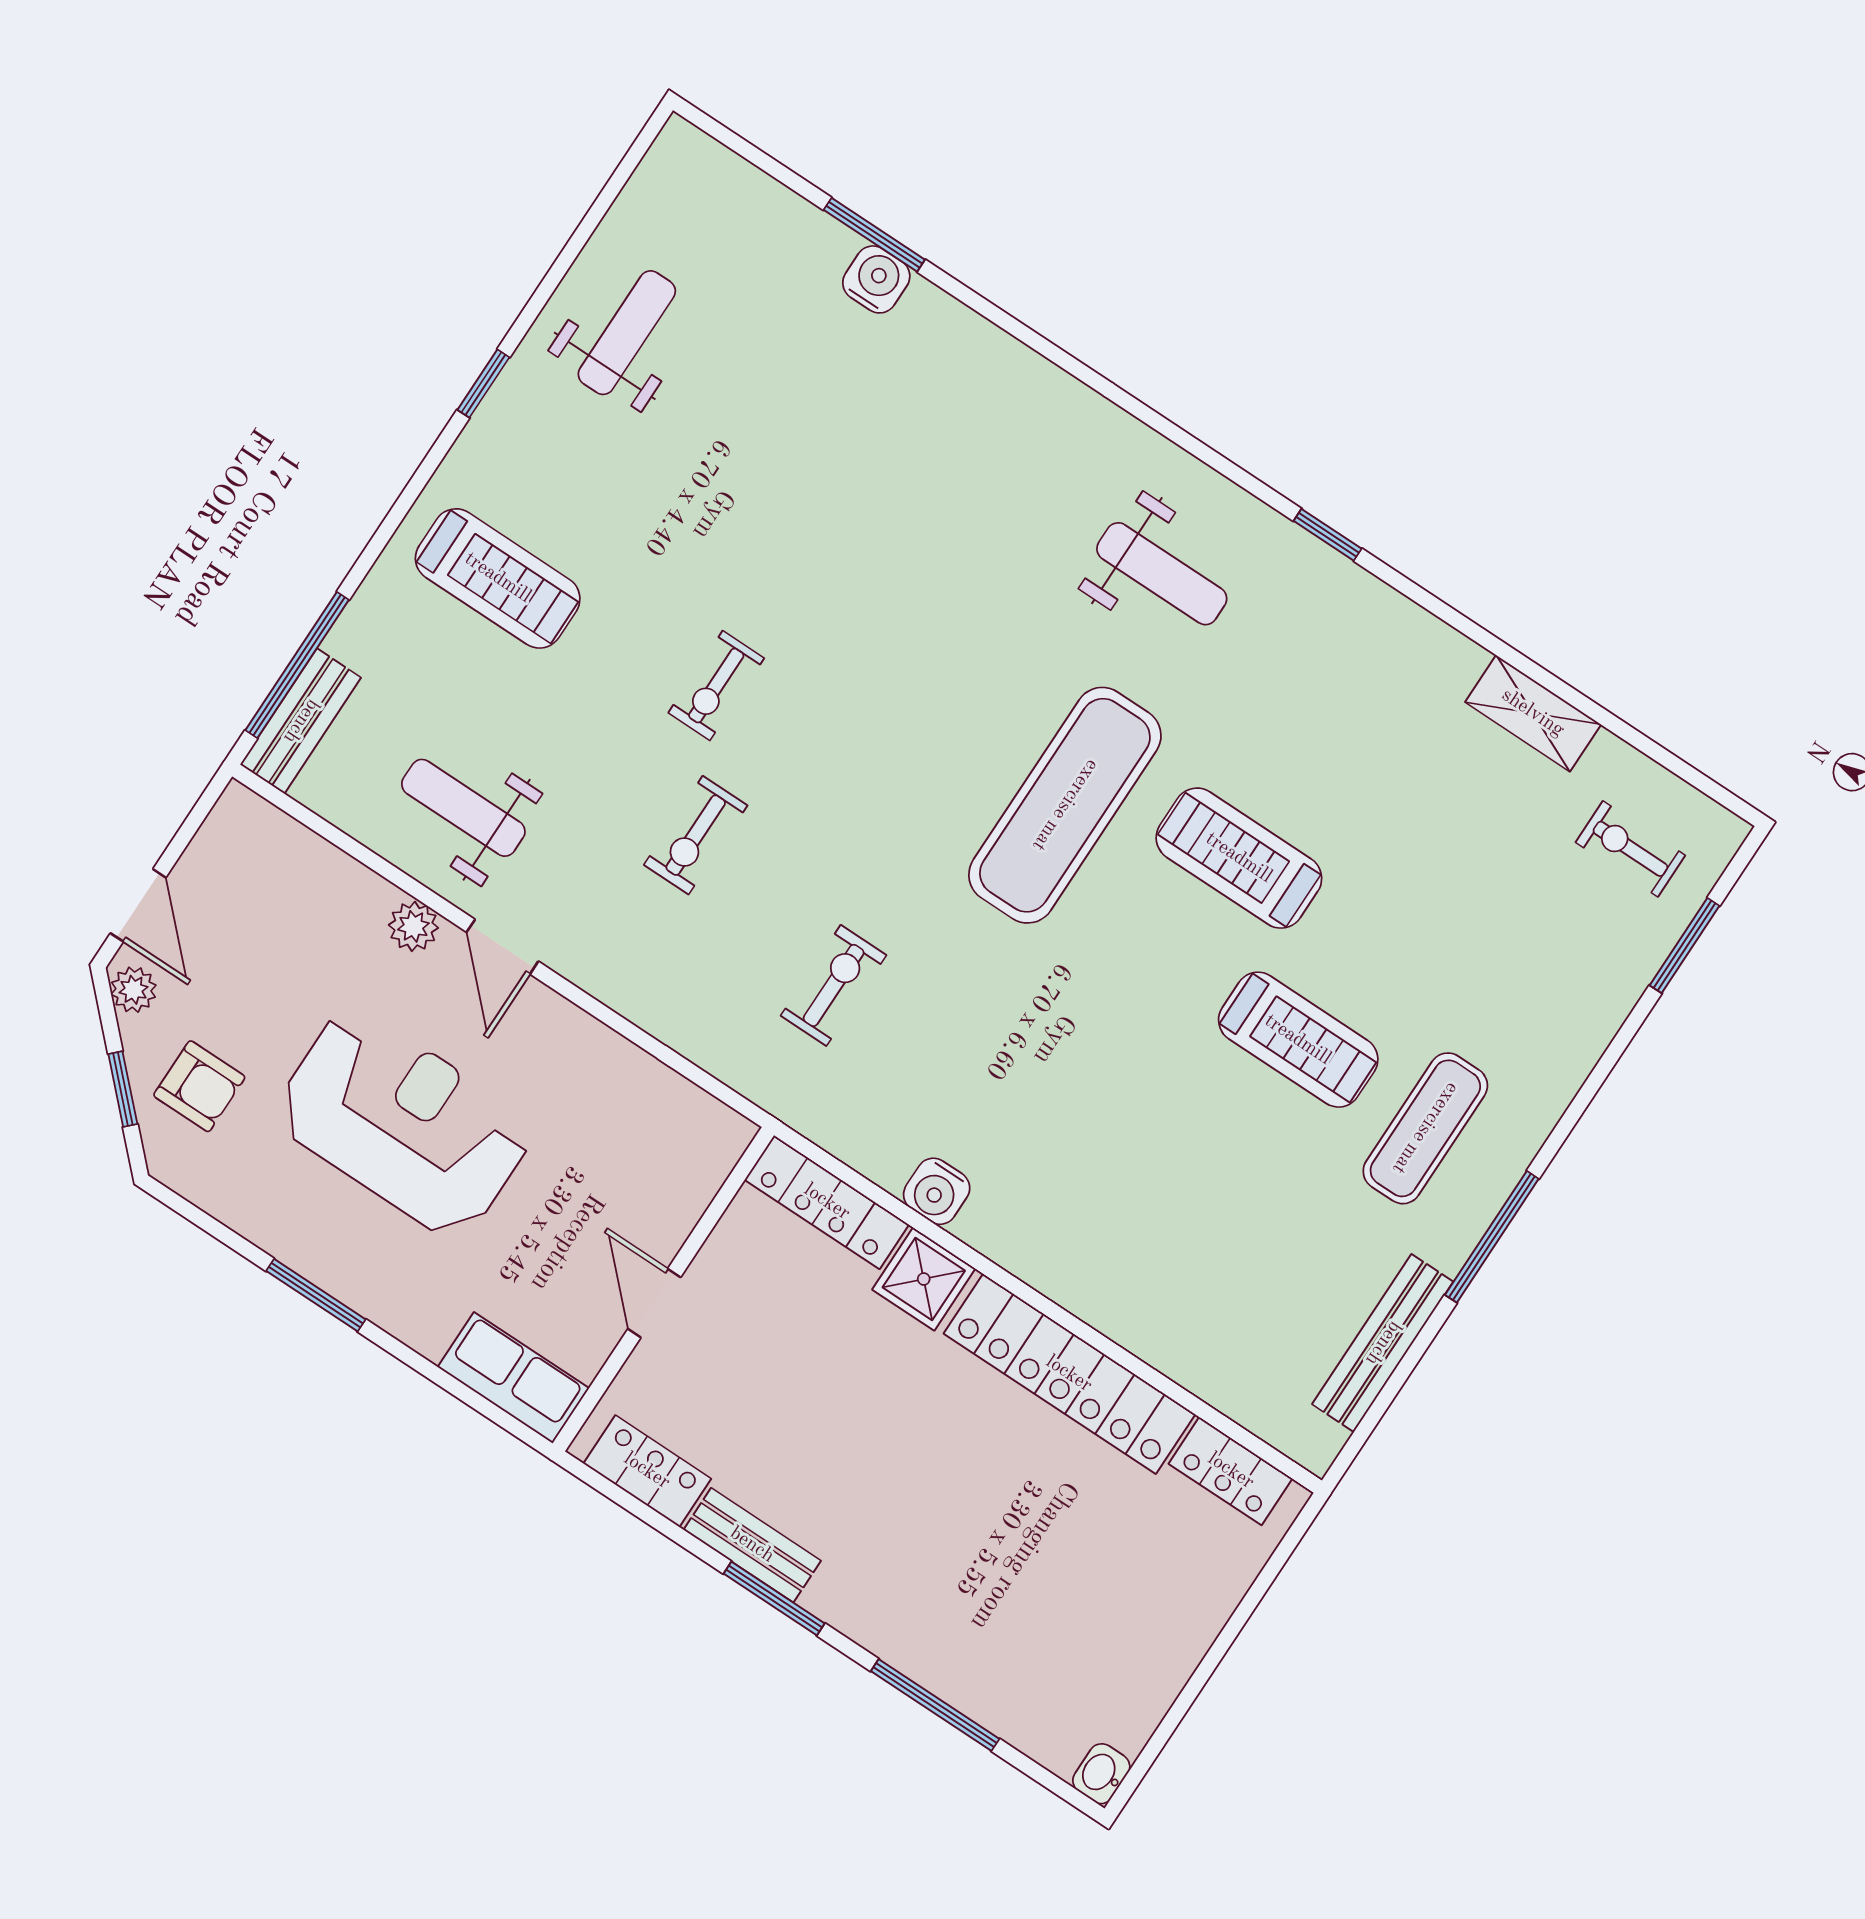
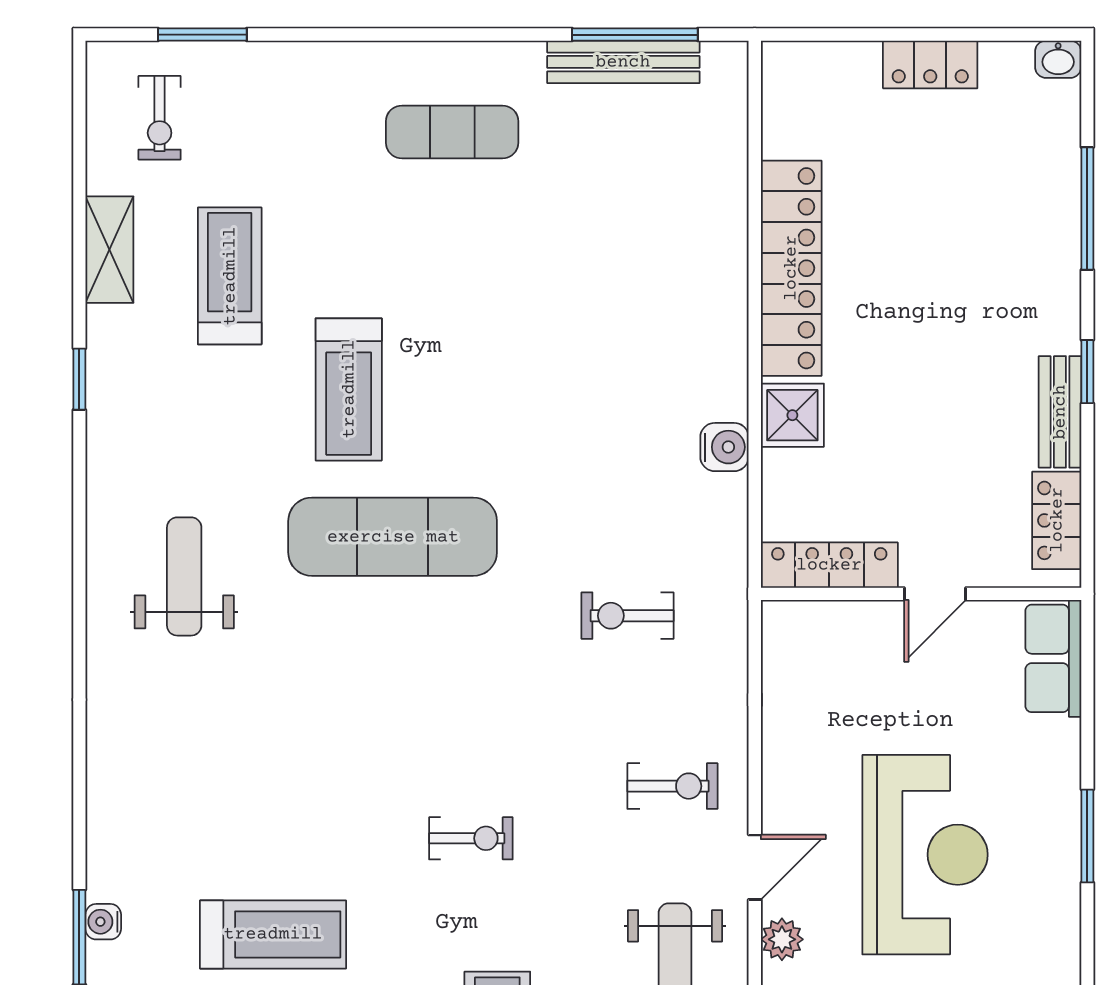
water cooler: (876, 279) -> (103, 922), width x0.72, depth x0.72
treadmill: (751, 428) -> (273, 934), added
window: (1328, 535) -> (79, 379), moved
exercise bike: (696, 835) -> (672, 786), moved
treadmill: (1298, 1040) -> (230, 276), moved
reception desk: (403, 1123) -> (925, 855), turned 180
locker: (827, 1202) -> (829, 565), moved, turned -90
window: (1492, 1237) -> (635, 35), moved
locker: (1231, 1471) -> (930, 64), moved, turned 90
window: (774, 1598) -> (1087, 372), width x0.67

